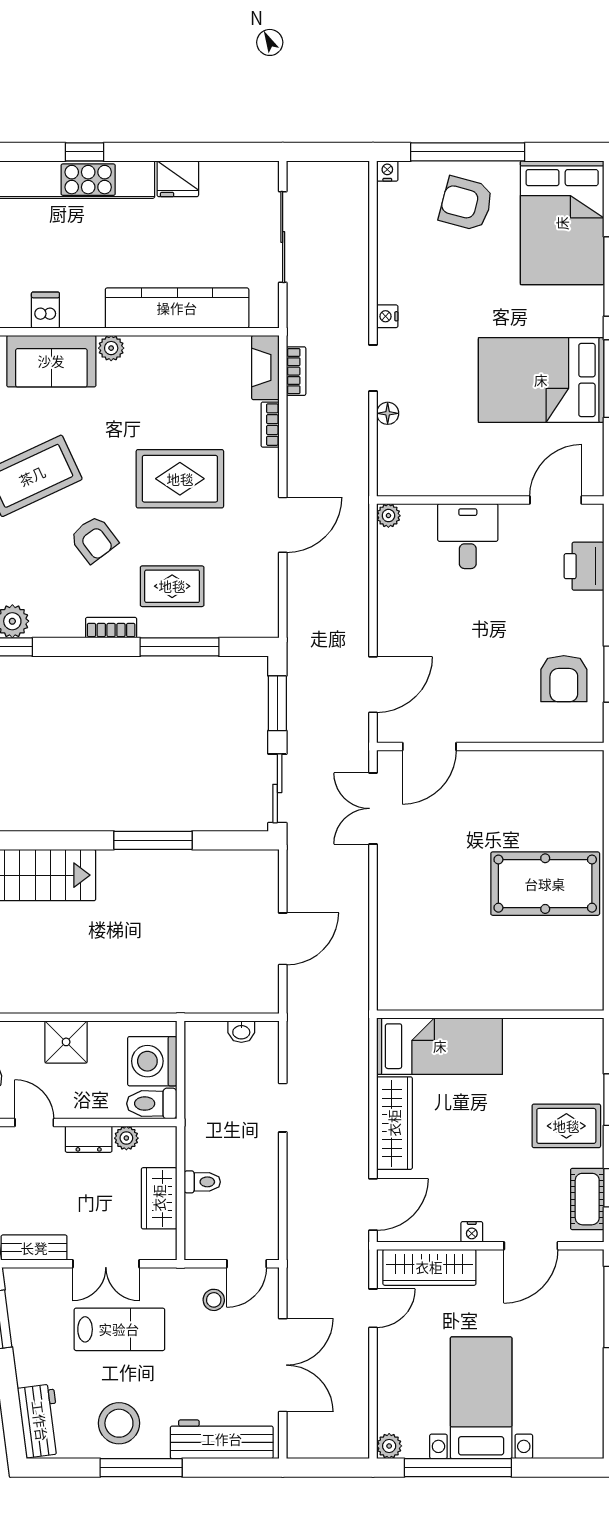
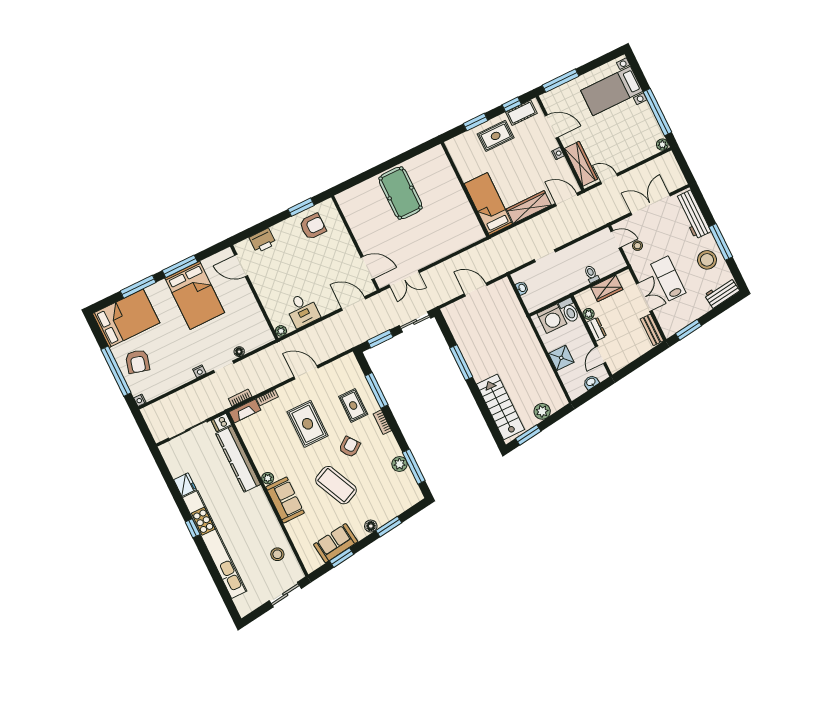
dishwasher: (45, 310) -> (221, 423), moved
desk: (468, 536) -> (302, 310), moved, turned -90
rug: (566, 1126) -> (496, 136), turned 90
bed with nightstands: (481, 1398) -> (612, 91), moved

